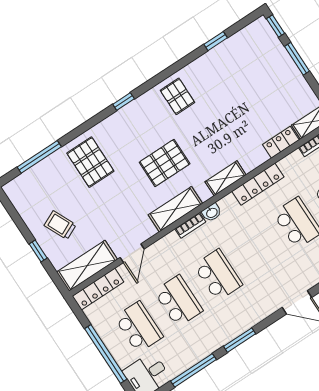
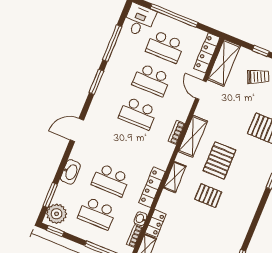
pallet: (177, 96) -> (208, 196), moved
washbasin: (212, 213) -> (141, 219), moved

